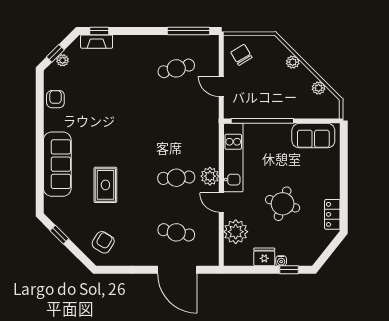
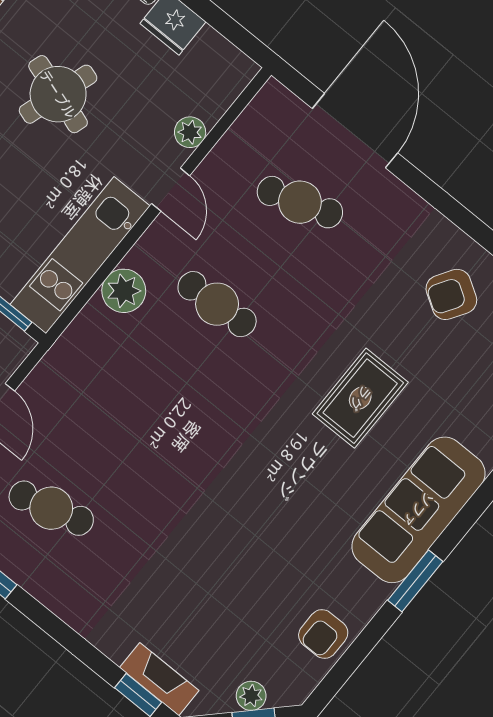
window: (40, 140) -> (415, 581), added
plant: (210, 176) -> (124, 291), moved
cafe table: (176, 232) -> (300, 202), turned -30
plant: (236, 232) -> (190, 132), width x0.53, depth x0.53

